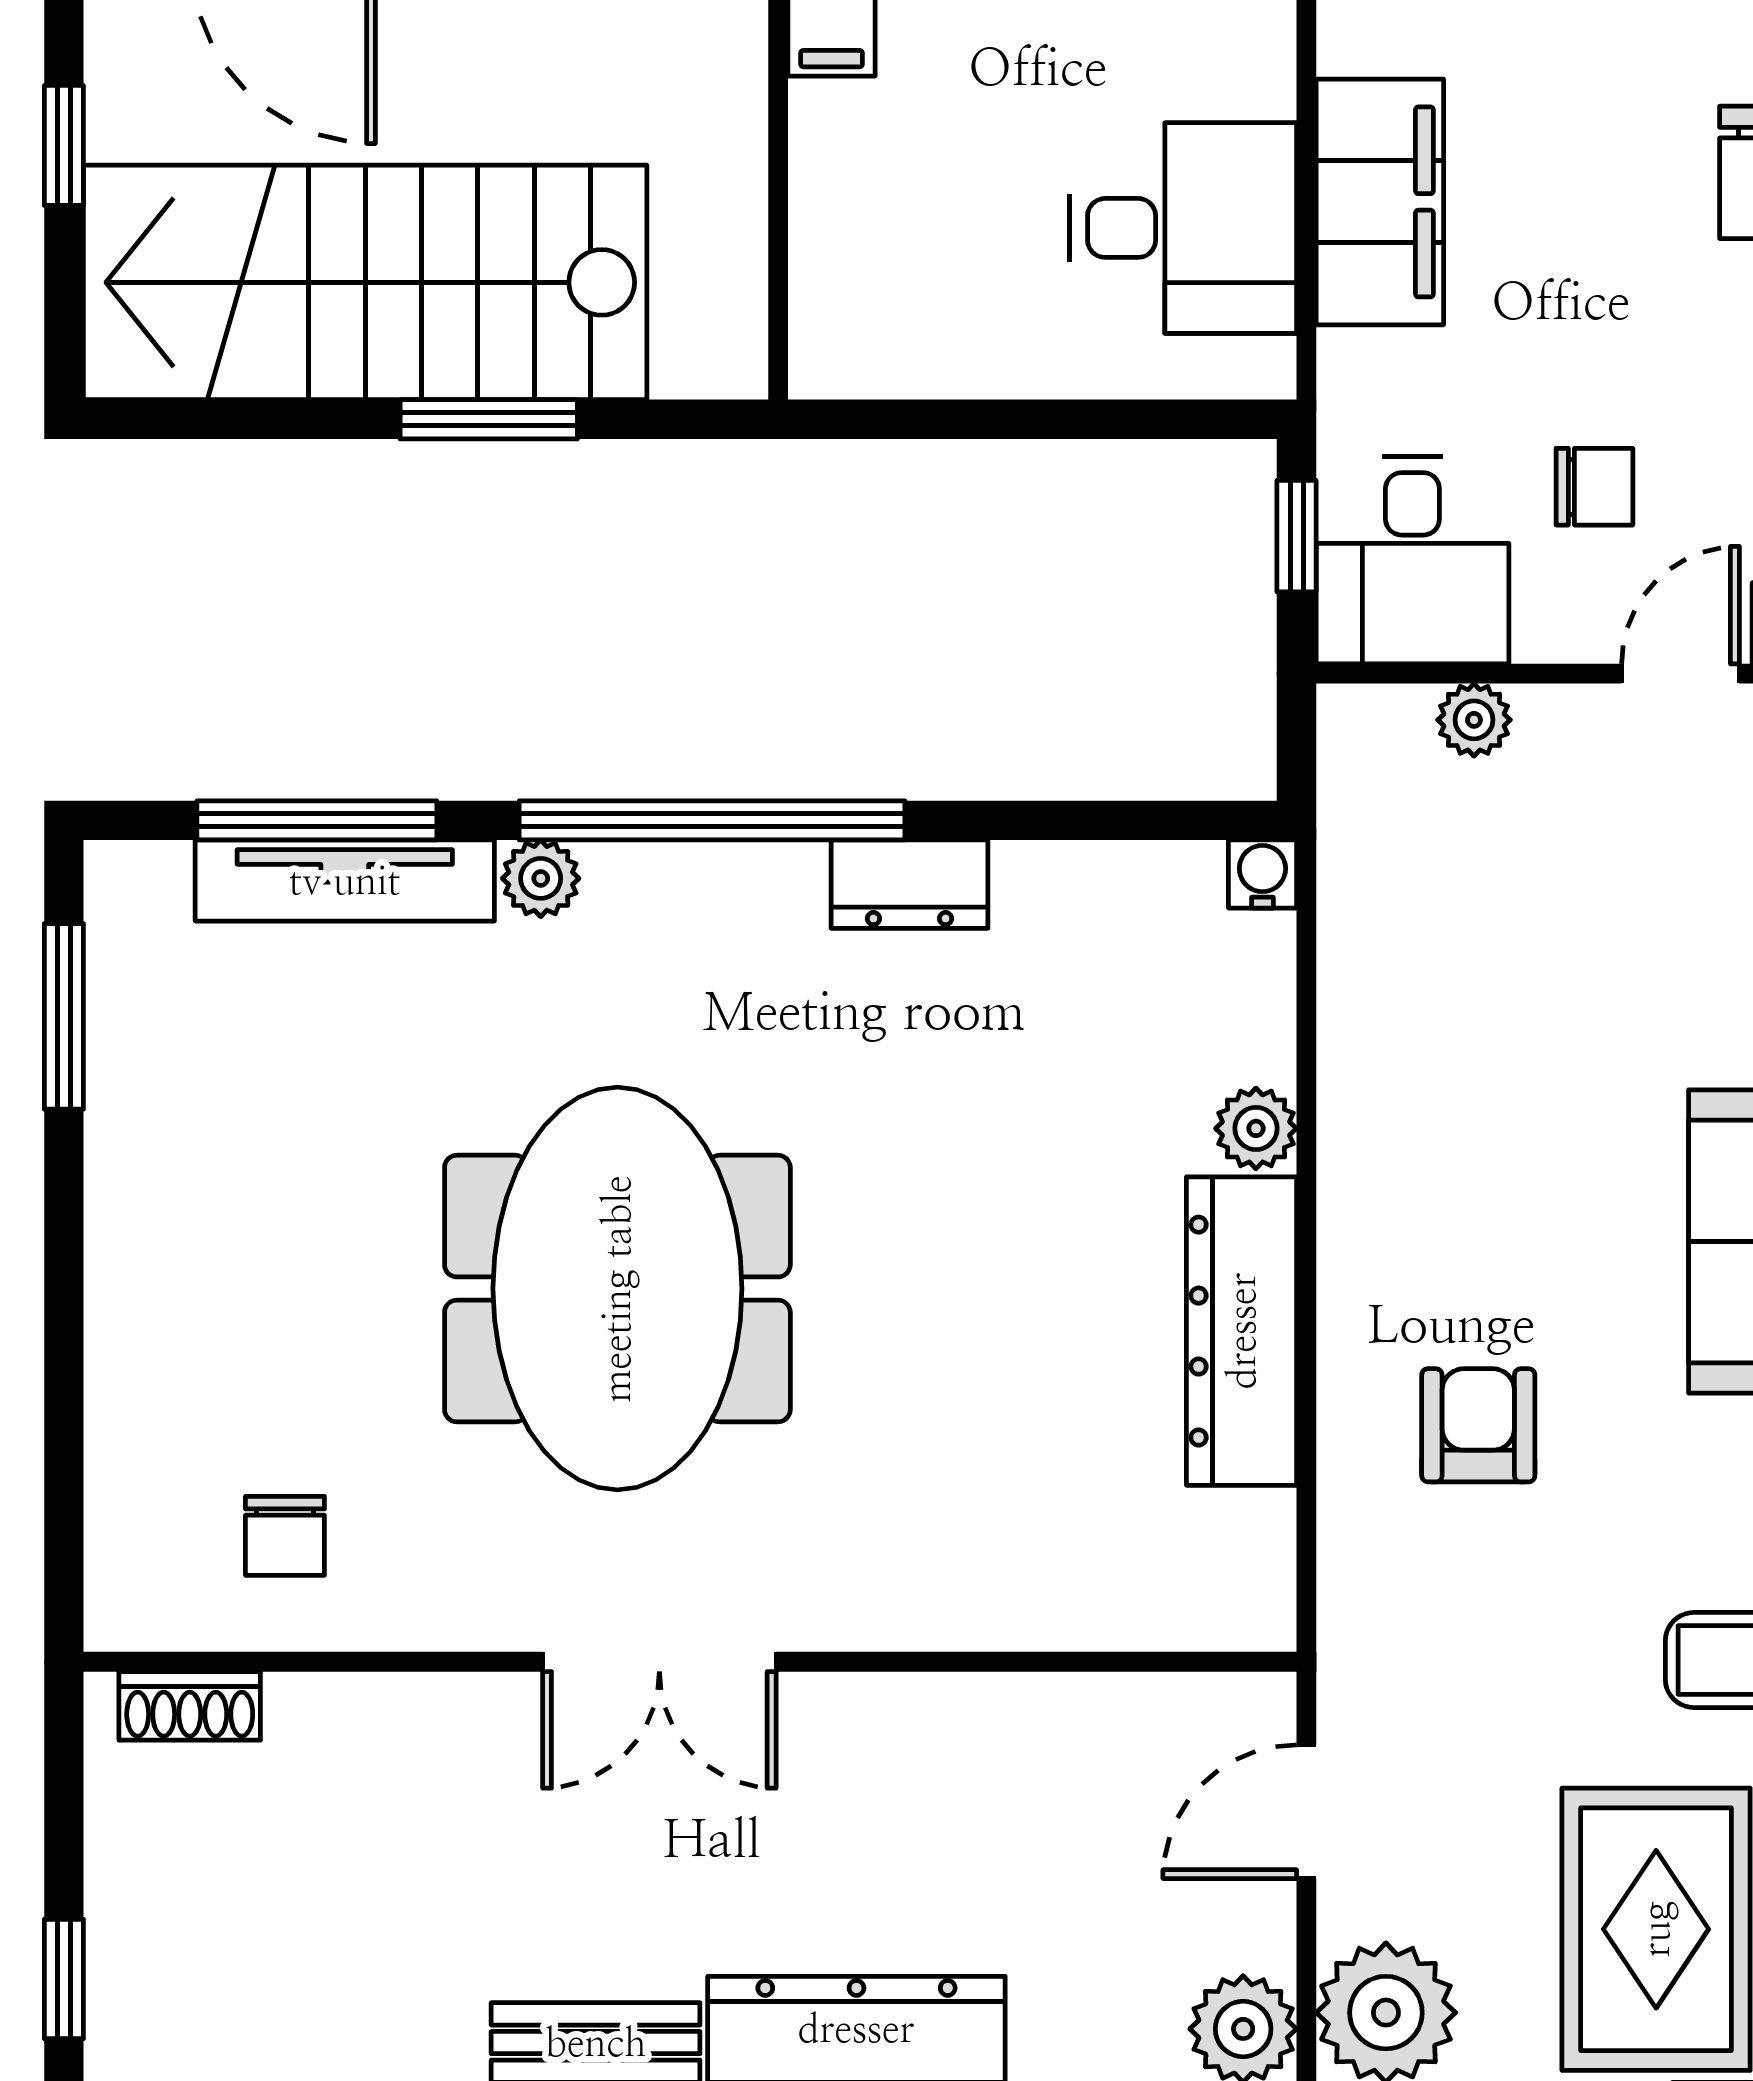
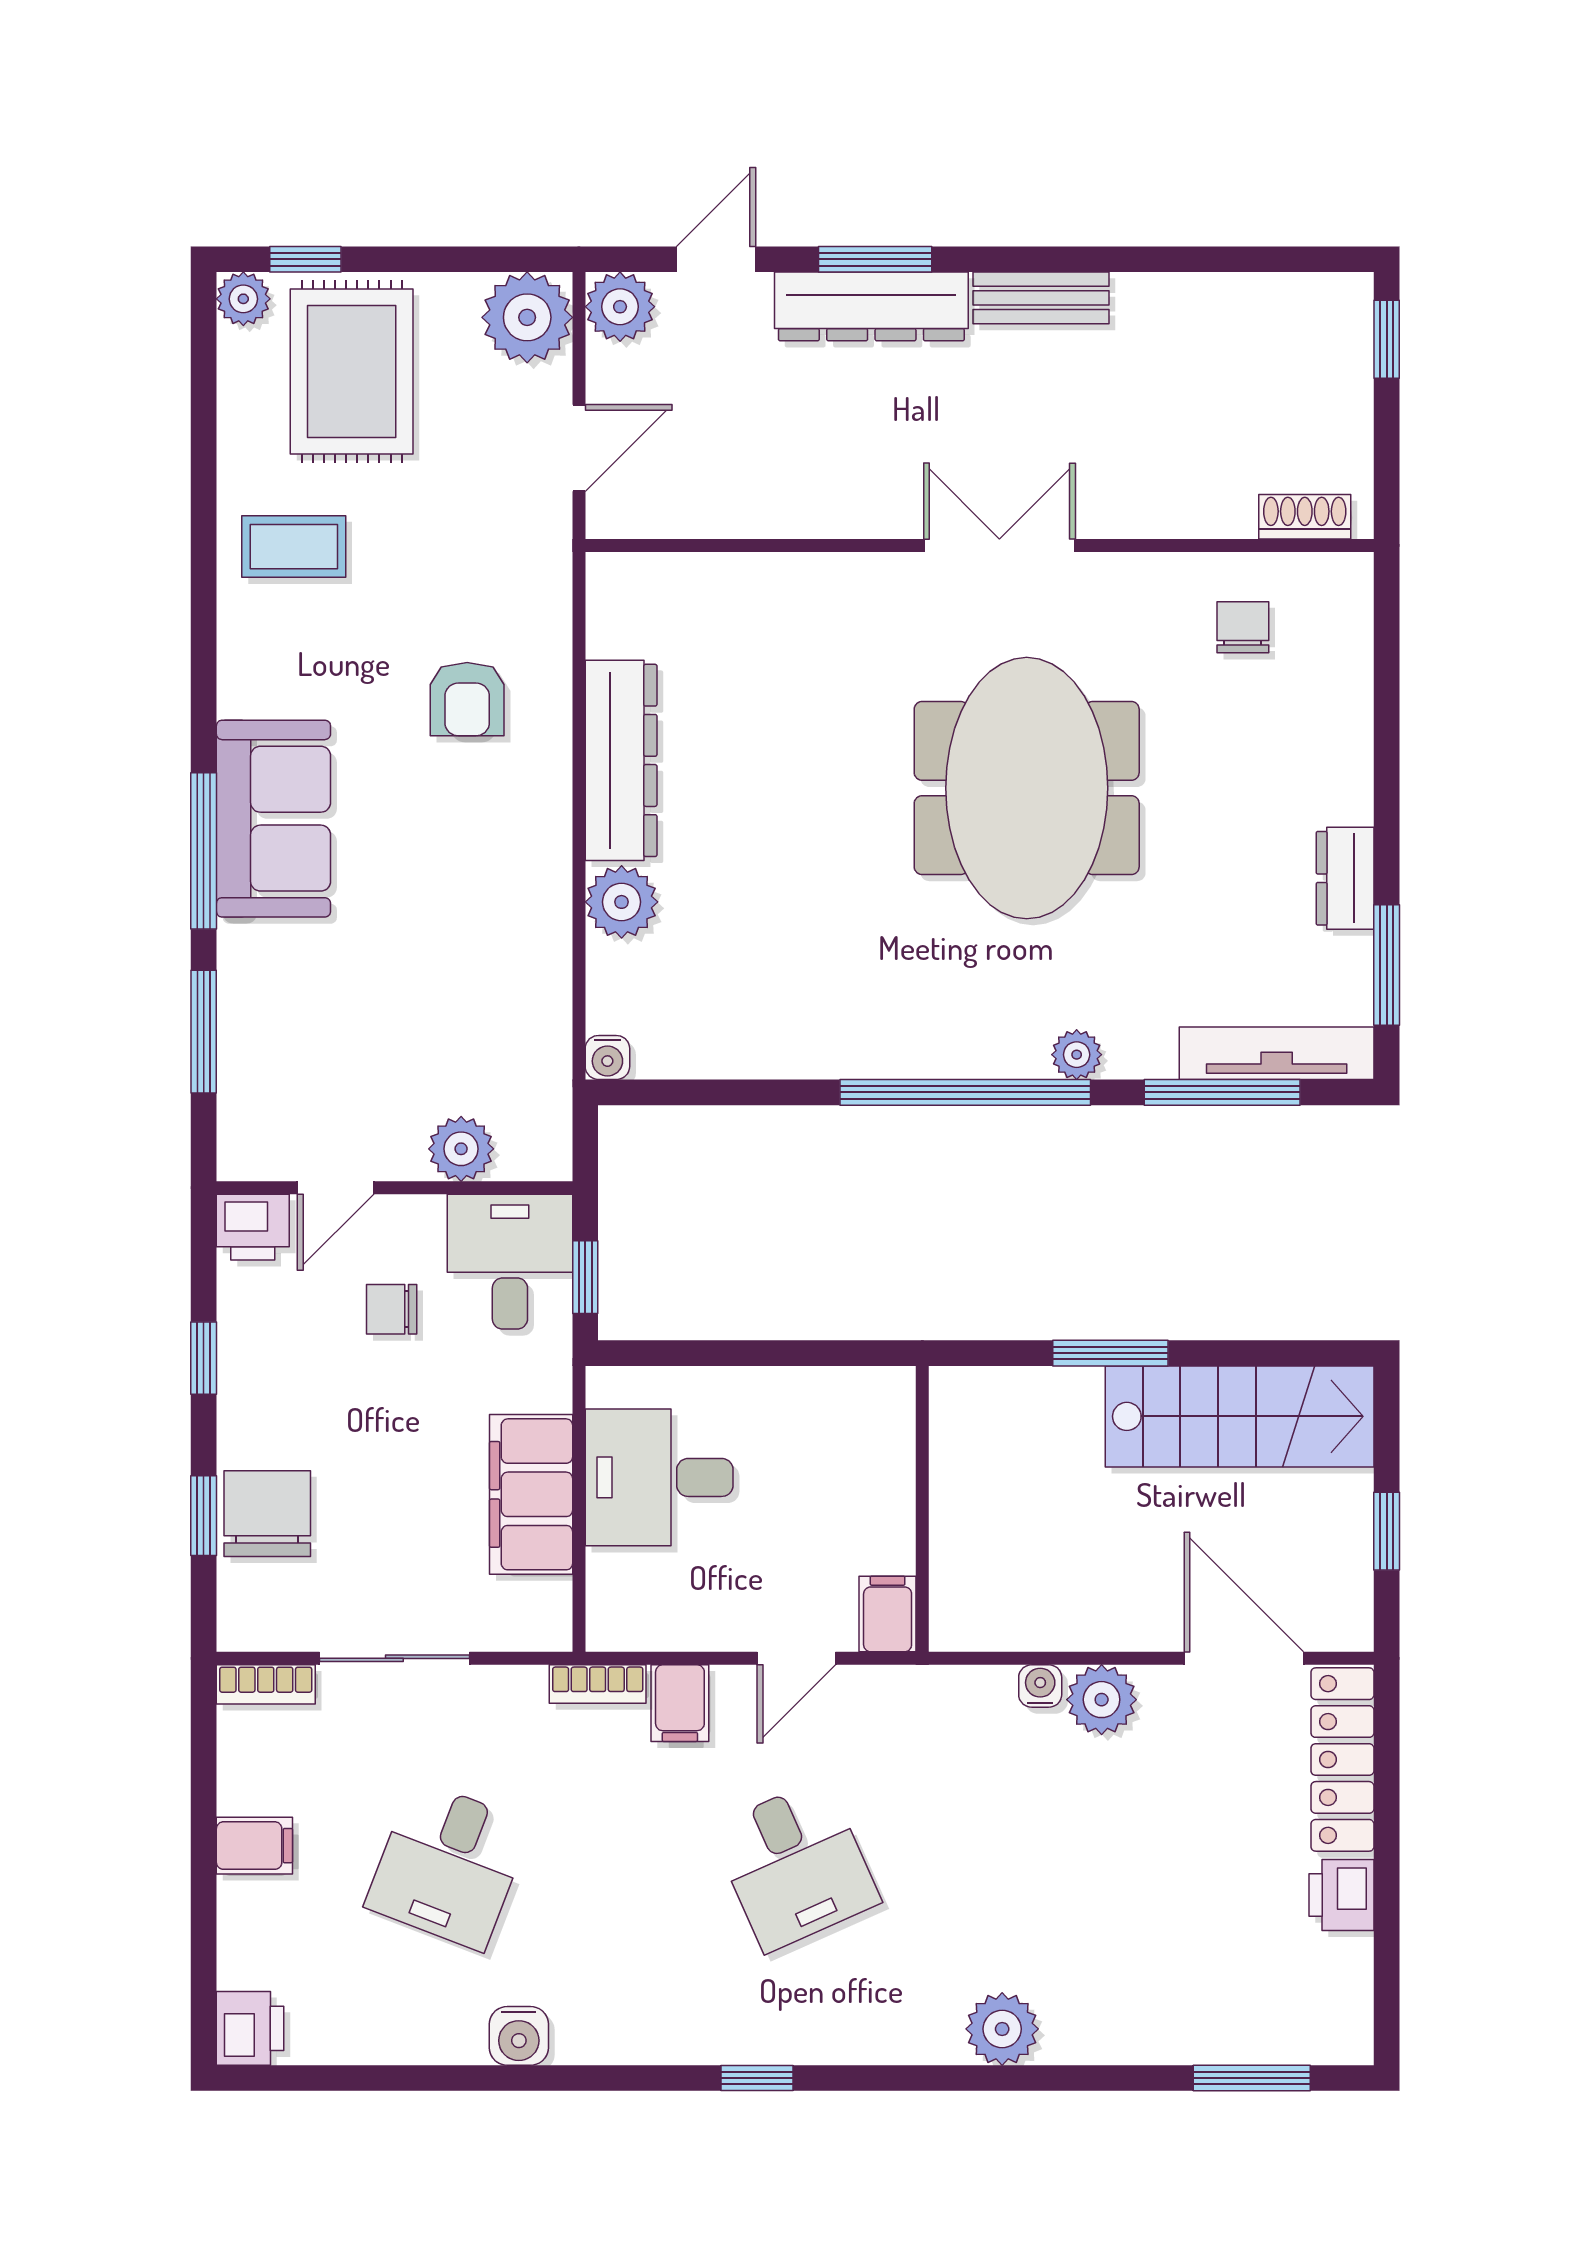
stairs: (365, 282) -> (1240, 1416), width x0.73, depth x0.66
plant: (1474, 720) -> (461, 1149), width x1.38, depth x1.38
tv unit: (345, 881) -> (1277, 1053), moved
dresser: (909, 884) -> (1345, 878), moved, turned -90
plant: (1256, 1128) -> (622, 902), width x1.38, depth x1.38

